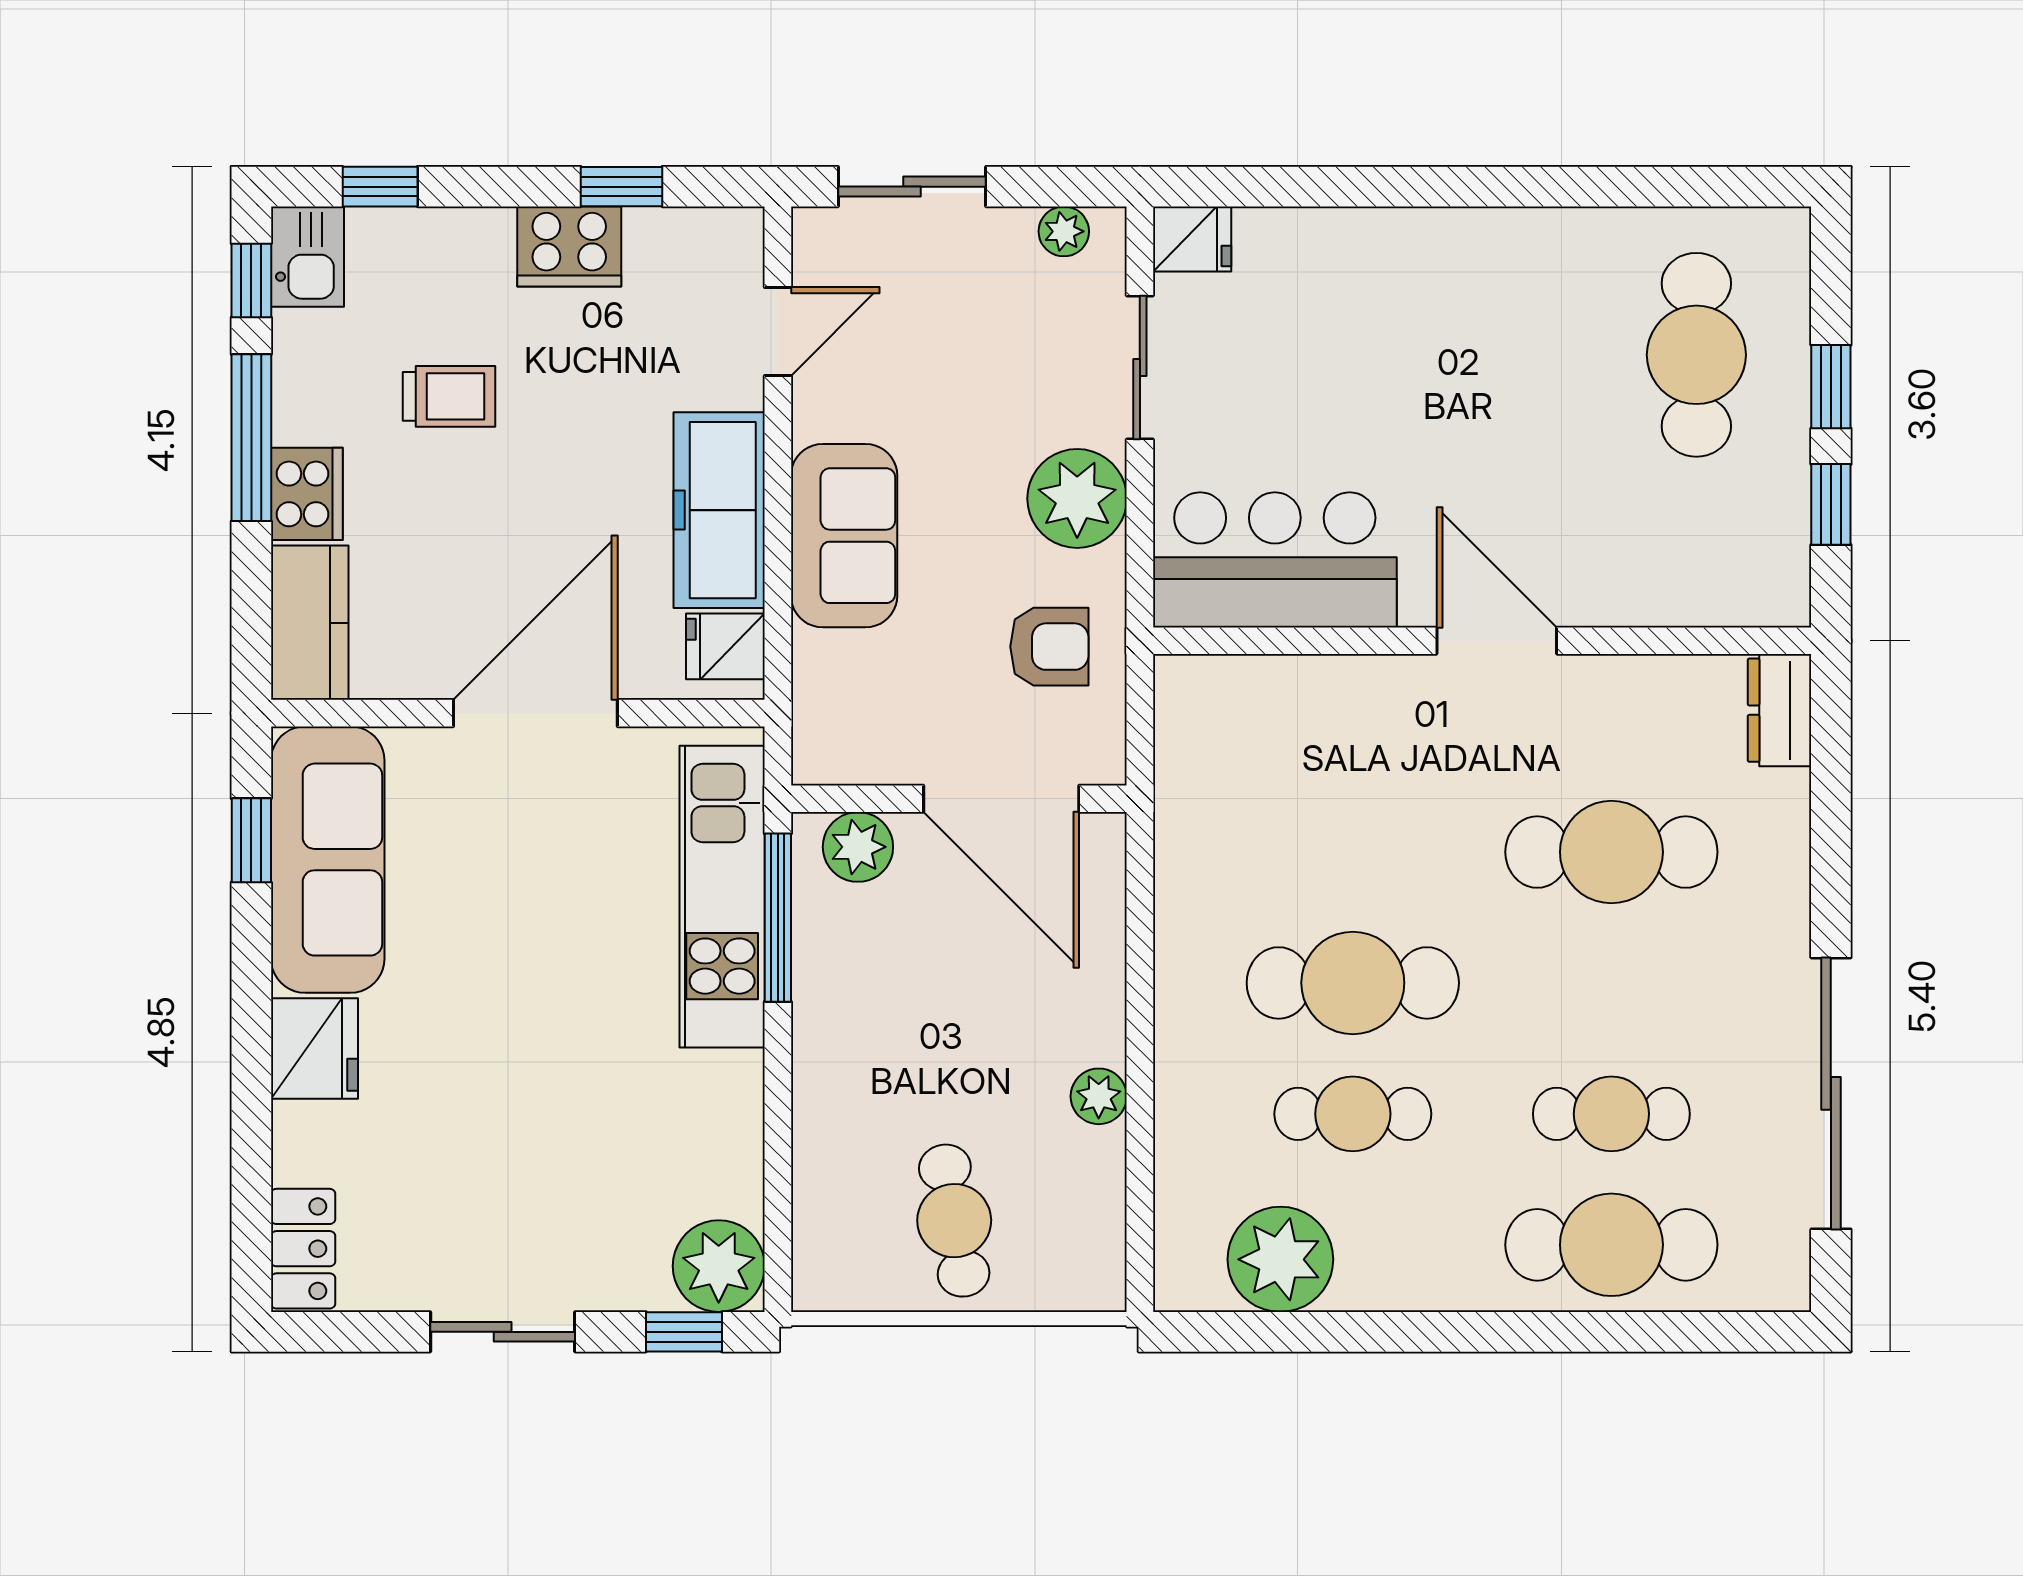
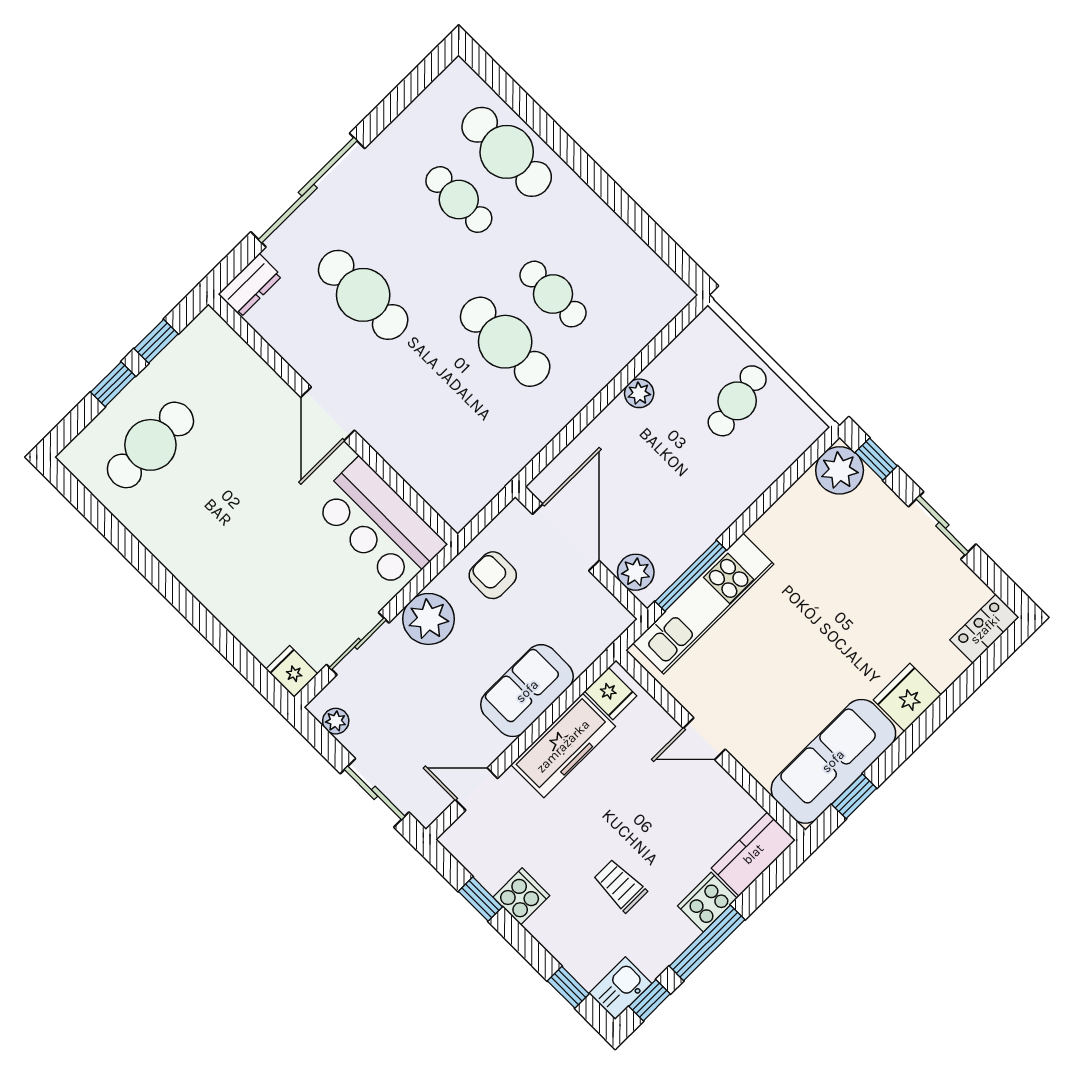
cooker: (569, 247) -> (521, 896), width x0.73
door: (535, 713) -> (704, 739), width x0.53
sliding door: (1831, 1093) -> (308, 190), moved
plant: (1280, 1259) -> (633, 268), removed

